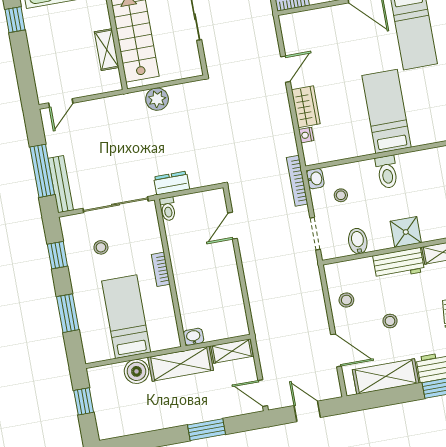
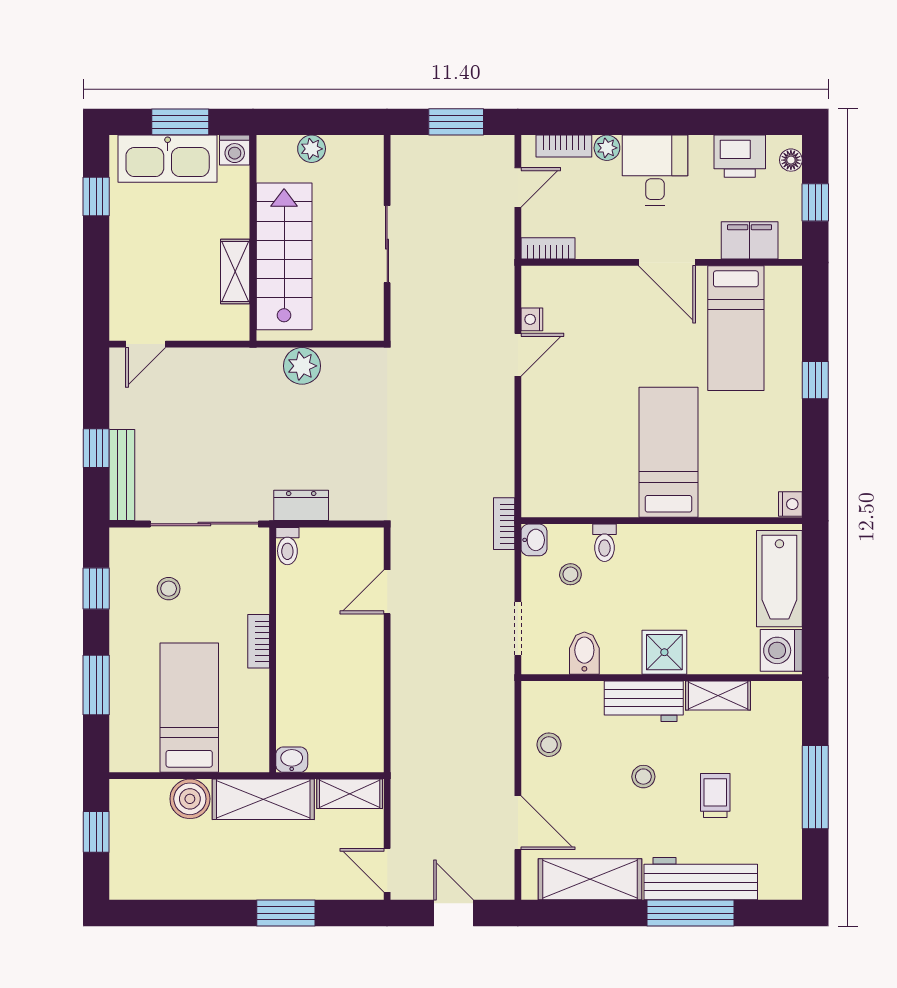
wardrobe: (306, 107) -> (539, 421), removed
nightstand: (306, 135) -> (532, 319), moved
window: (42, 171) -> (96, 448), width x0.46
toilet: (387, 172) -> (604, 543), moved, width x0.73, depth x0.72
bookcase: (297, 181) -> (504, 524), width x0.64
stool: (390, 321) -> (643, 777), moved

